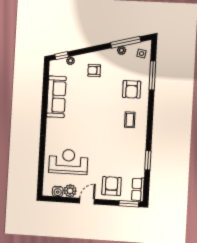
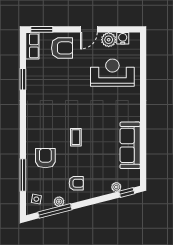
armchair: (94, 71) -> (76, 183), moved
coffee table: (130, 120) -> (76, 137), moved
reception desk: (68, 162) -> (112, 73), turned 180
armchair: (112, 186) -> (62, 48), turned -90

